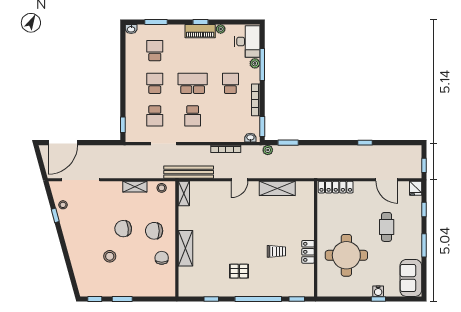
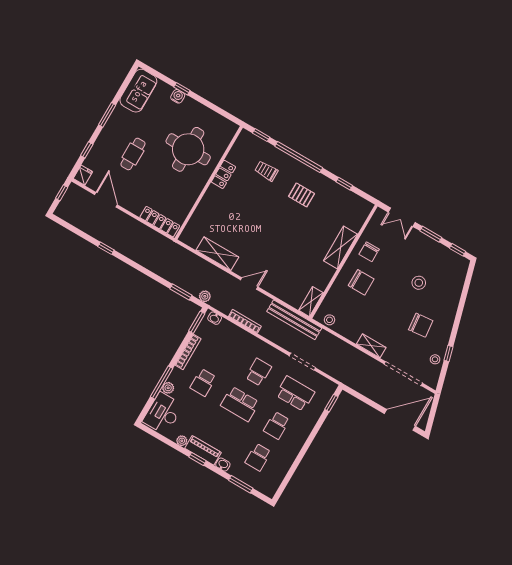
washbasin: (131, 29) -> (223, 465), moved
school desk: (155, 116) -> (295, 394), width x1.85
shelving: (135, 187) -> (371, 346), moved
chair: (123, 229) -> (421, 325), moved
trolley: (276, 251) -> (266, 171), moved
double door: (152, 299) -> (402, 217), added

